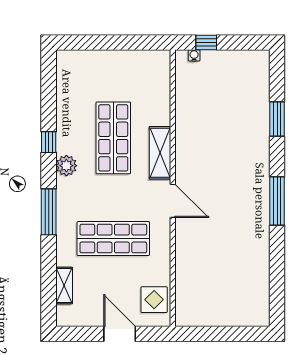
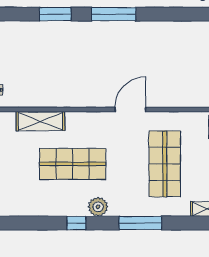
shelving: (160, 153) -> (40, 121), moved
window: (277, 201) -> (114, 14), moved

